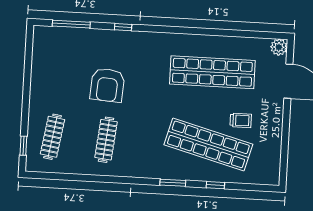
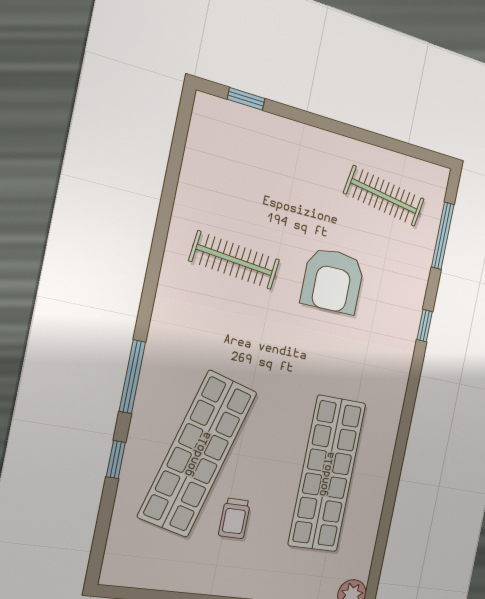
armchair: (107, 85) -> (333, 281), turned -94
clothes rail: (53, 137) -> (384, 196), moved
window: (173, 183) -> (132, 377), width x1.44

